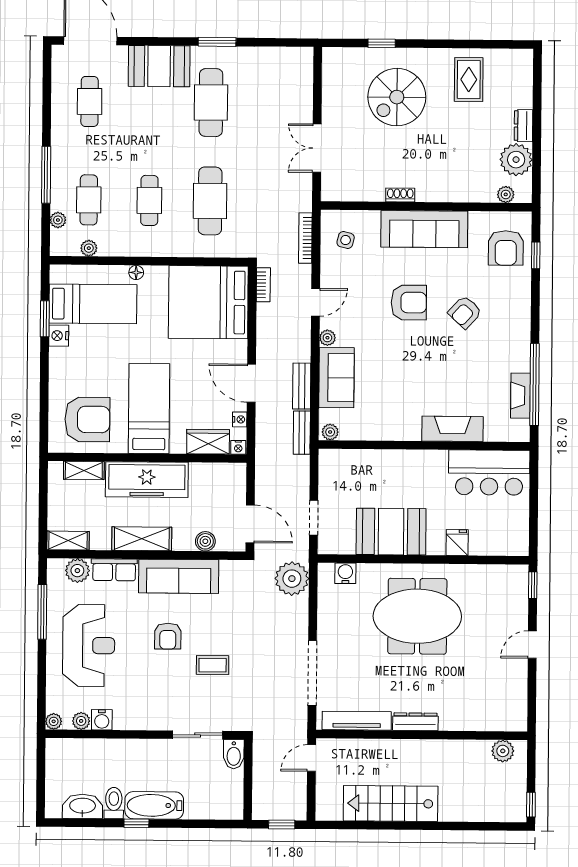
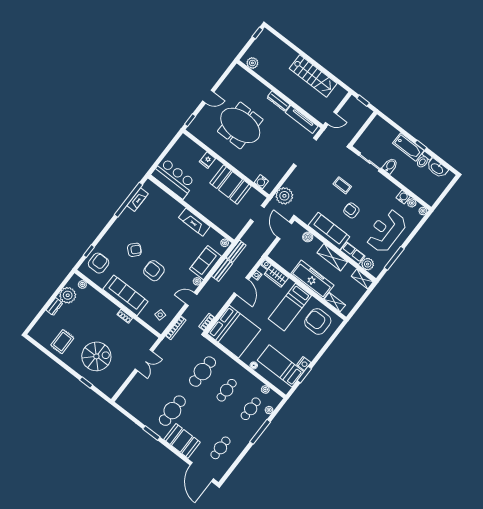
fireplace: (453, 429) -> (194, 222), moved
meeting table: (417, 616) -> (240, 125), moved
armchair: (168, 636) -> (351, 210), turned -90
bidet: (234, 754) -> (390, 166), moved

